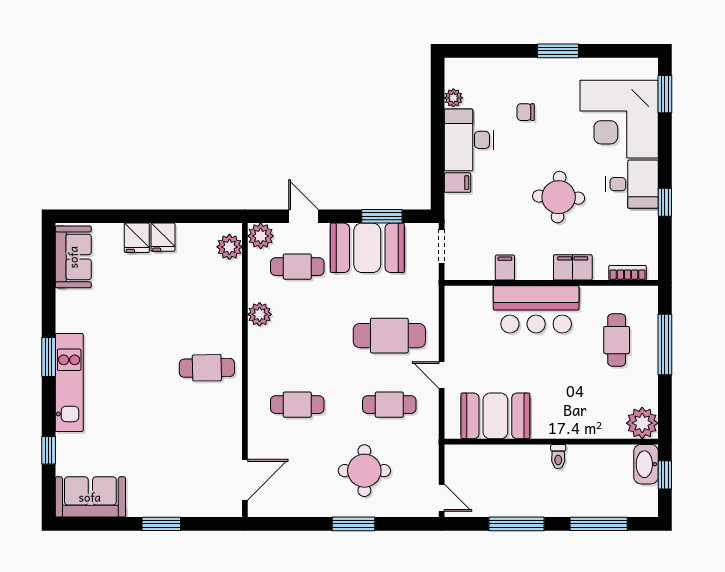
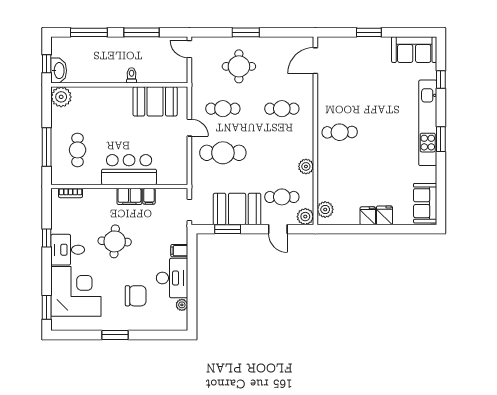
chair: (526, 112) -> (136, 296), width x1.87, depth x1.87
filing cabinet: (573, 267) -> (129, 196), moved
kitchen unit: (69, 382) -> (428, 123), width x1.36
toilet: (558, 457) -> (132, 75), moved

